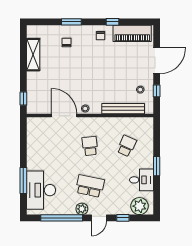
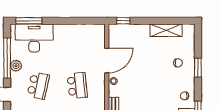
school desk: (90, 146) -> (77, 86), width x1.85
window: (23, 181) -> (29, 21), moved
plant: (82, 209) -> (16, 66), moved

